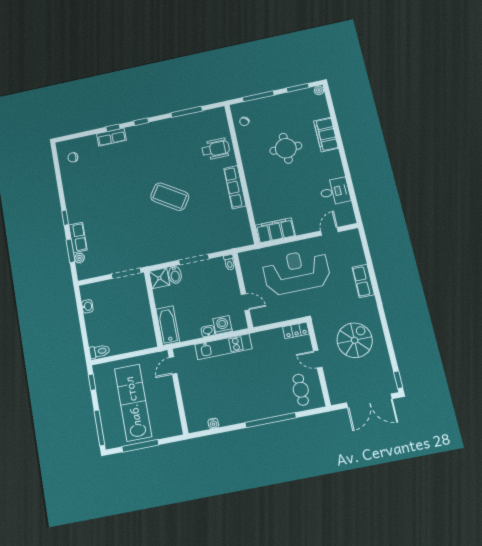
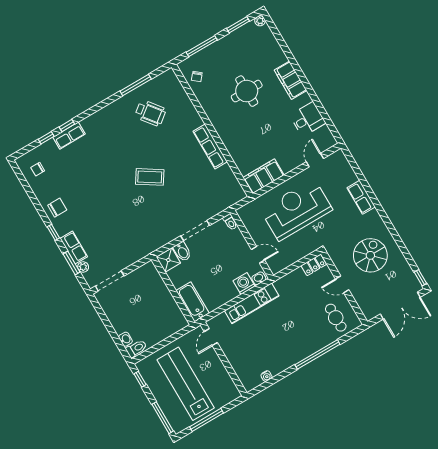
window: (141, 122) -> (46, 138), moved
filing cabinet: (326, 135) -> (291, 80), moved
wheelchair: (216, 149) -> (150, 113), moved, turned 52
chair: (77, 197) -> (57, 208), added
coffee table: (170, 197) -> (150, 177), width x0.73, depth x0.76
doorway: (126, 273) -> (110, 281), moved
washbasin: (87, 306) -> (125, 339), moved
washbasin: (208, 331) -> (259, 278), moved

